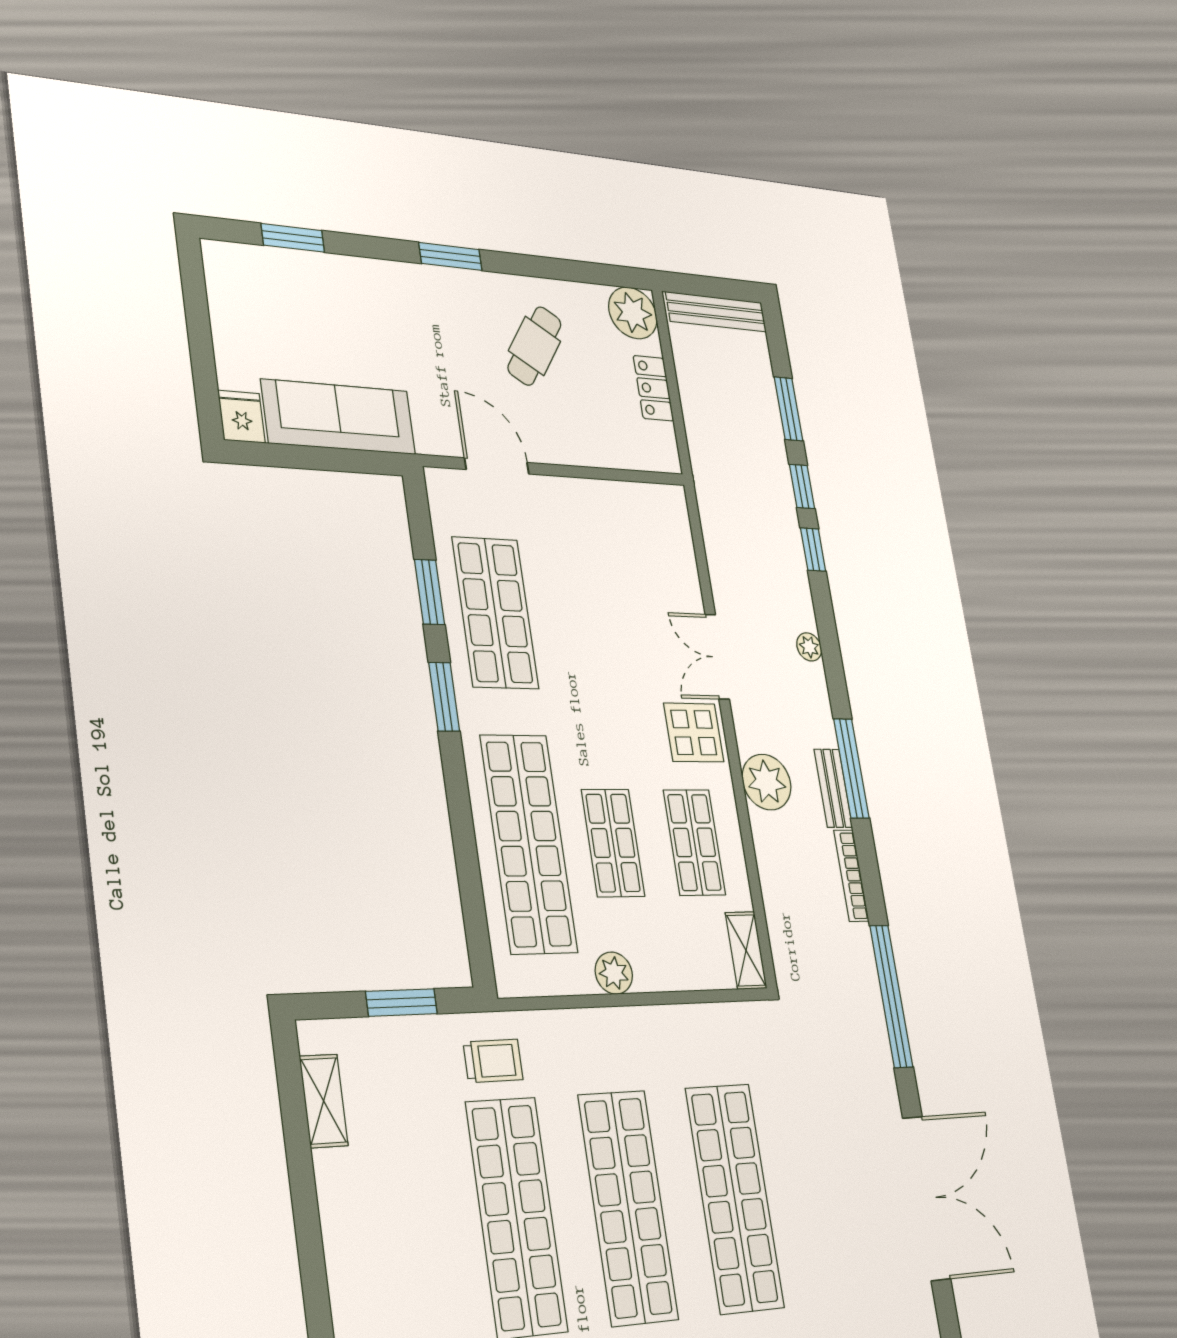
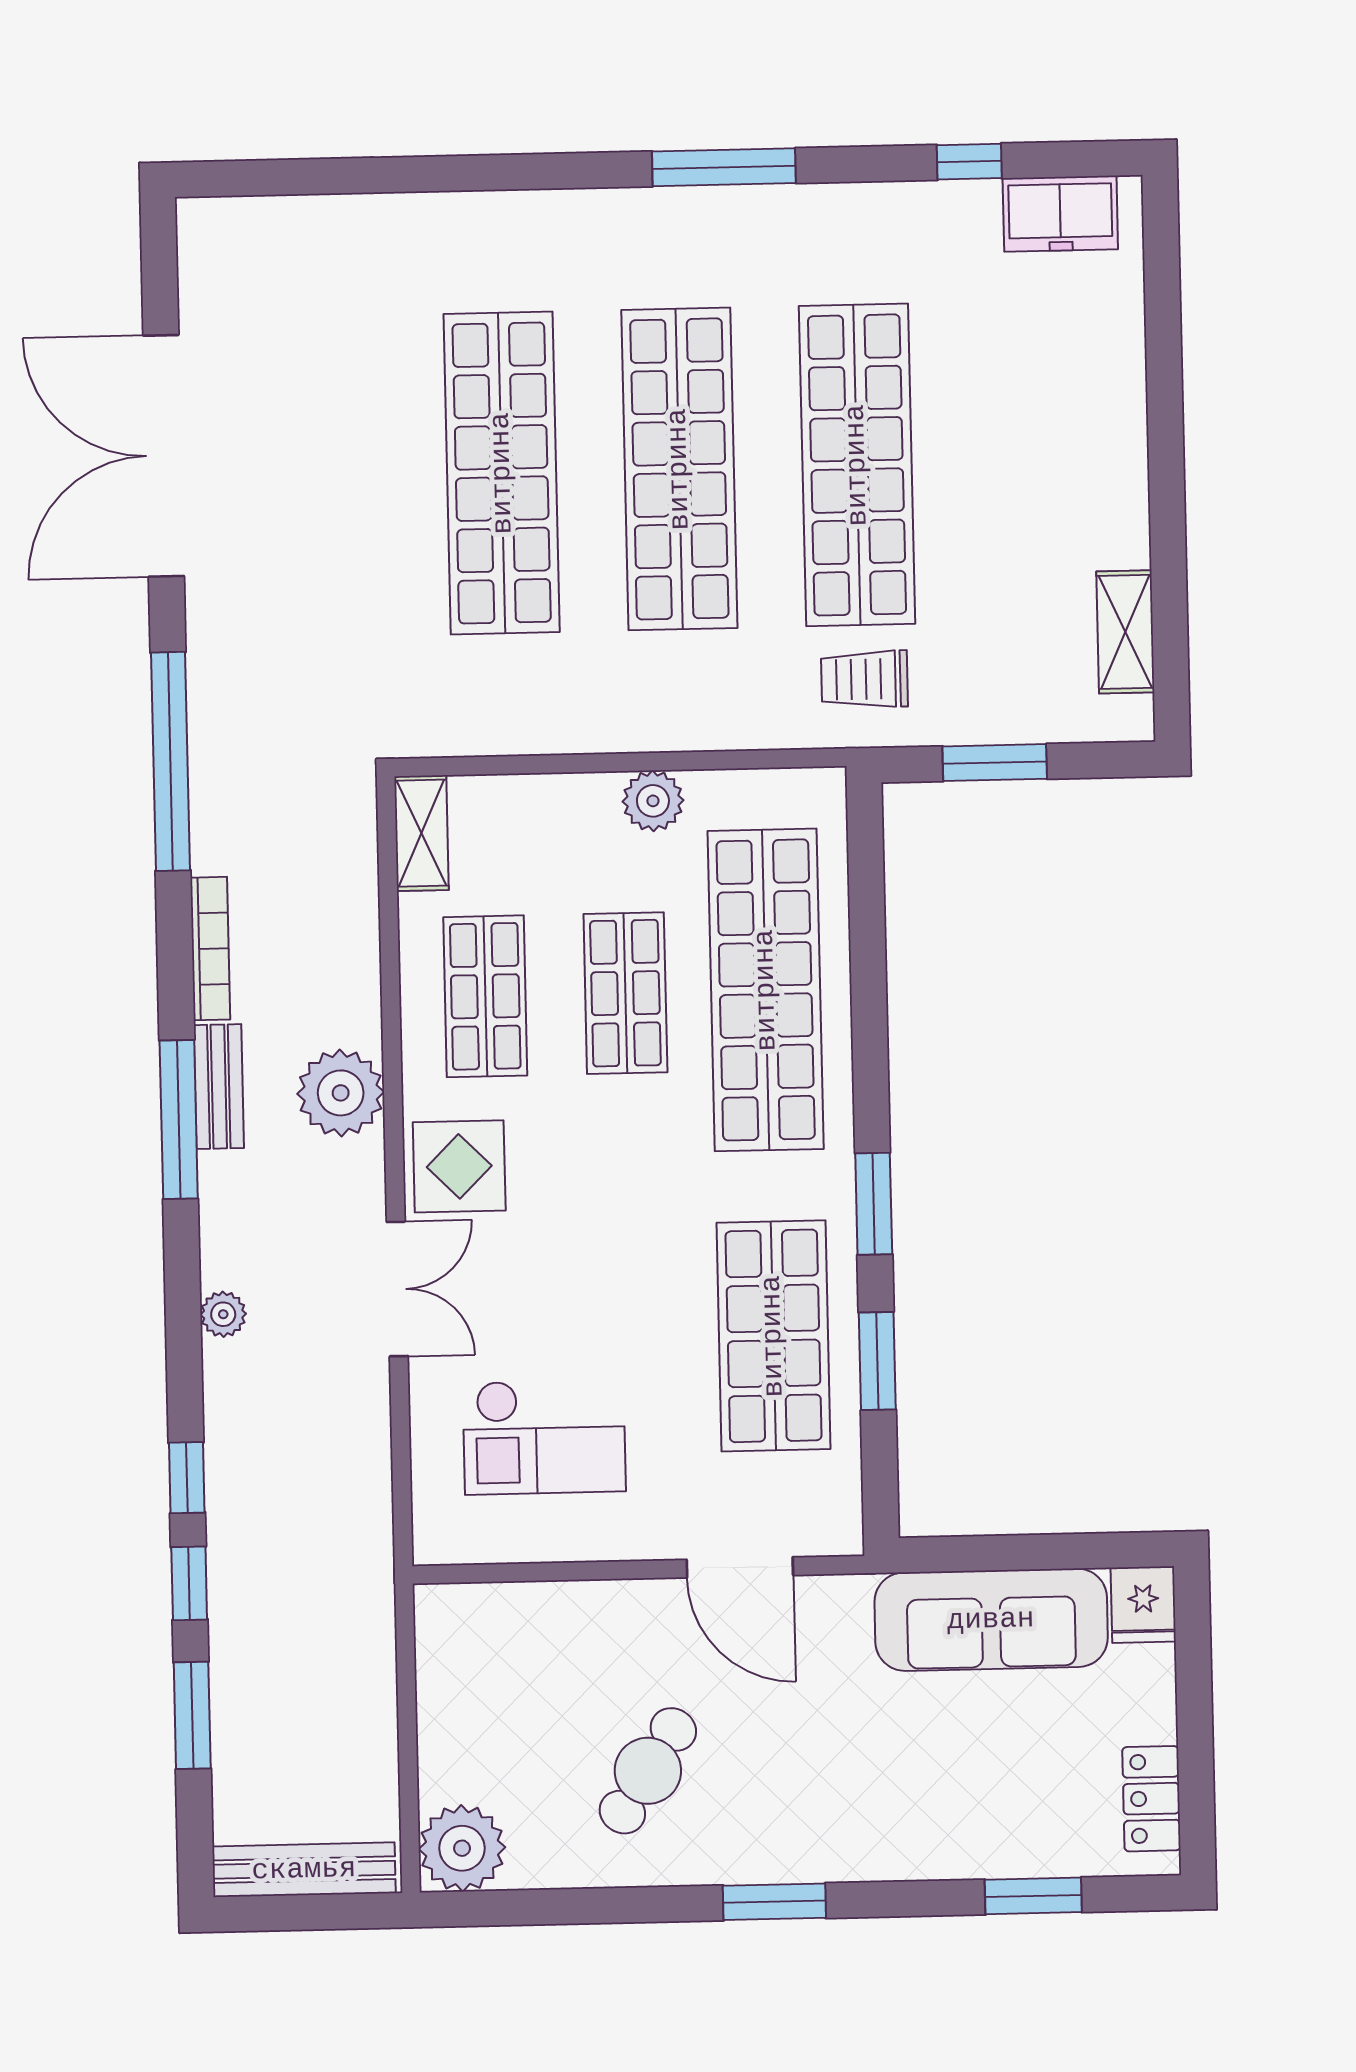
locker: (653, 388) -> (1151, 1799), moved, turned 180
checkout: (622, 558) -> (544, 1437), added

